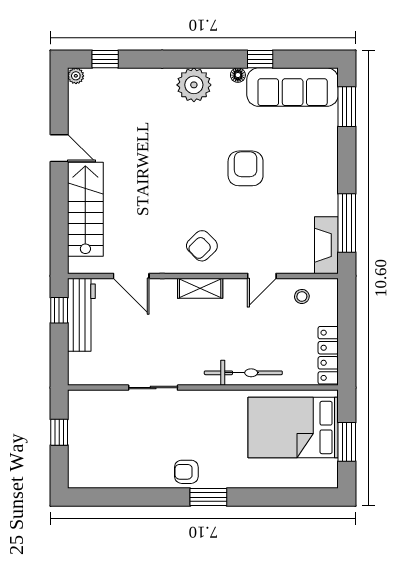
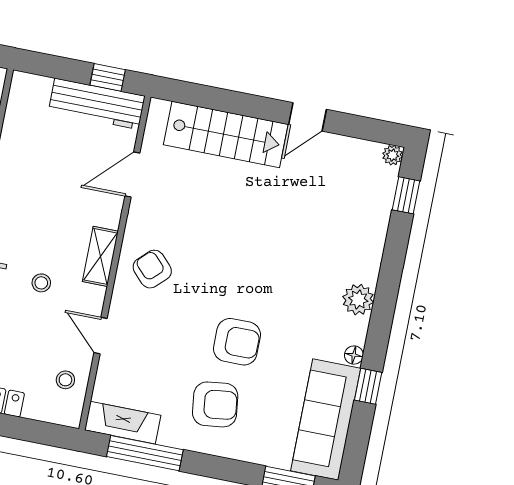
plant: (194, 85) -> (358, 300), width x0.73, depth x0.73
armchair: (298, 176) -> (215, 404), added
stool: (230, 330) -> (41, 283), added

